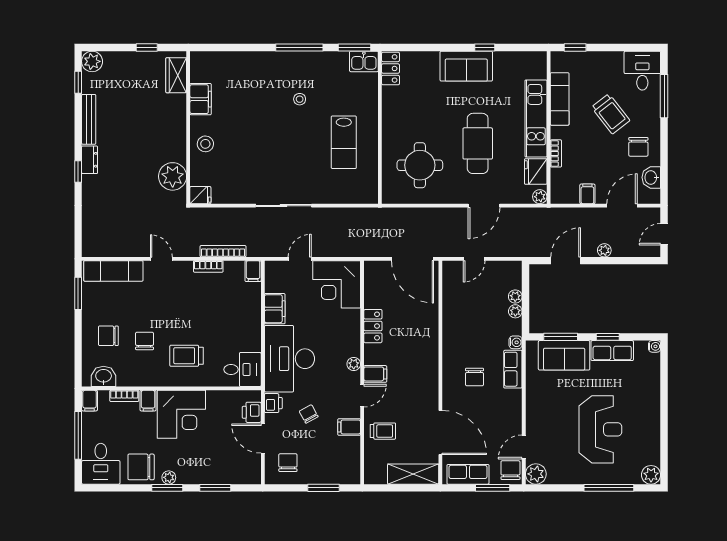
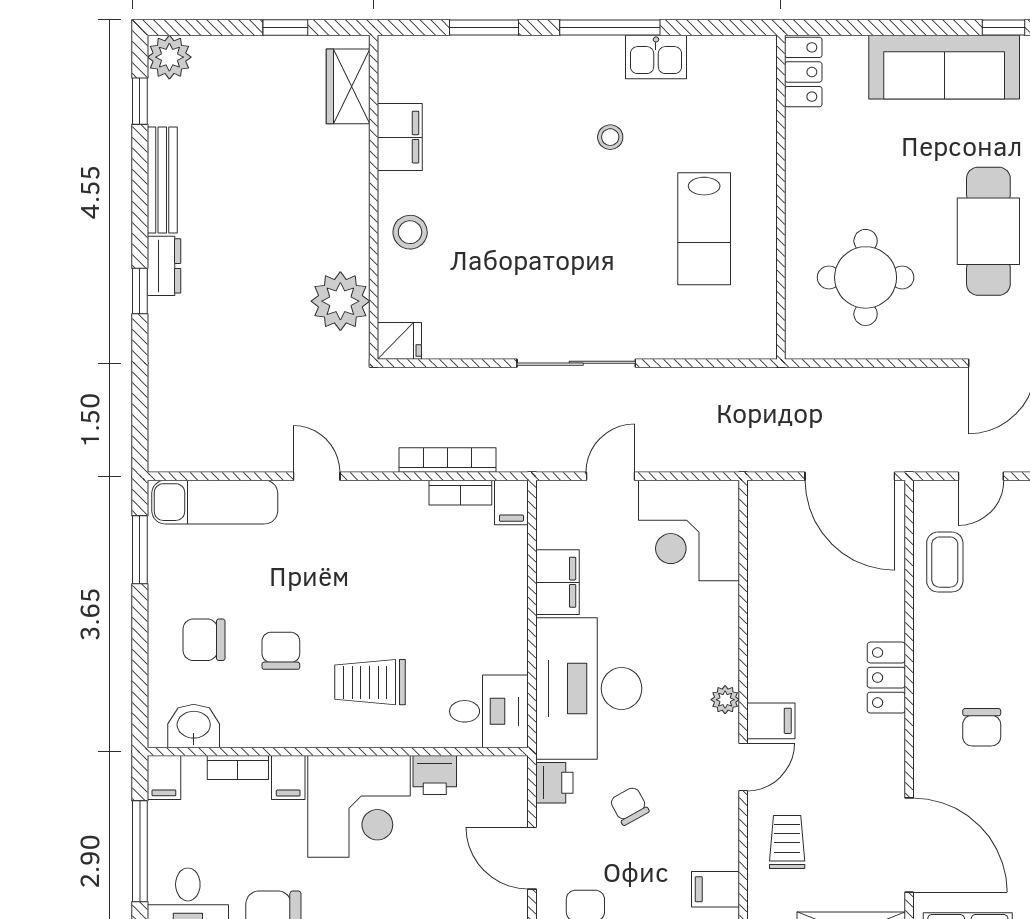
window: (355, 48) -> (484, 28), moved
kitchen sink: (364, 61) -> (656, 57), moved
sofa: (466, 66) -> (944, 67), width x1.36
bookcase: (208, 266) -> (460, 493), moved
coffee table: (457, 299) -> (945, 562), added
locker: (373, 326) -> (886, 678), moved, turned 180
printer: (252, 412) -> (435, 775), moved, turned -90
filing cabinet: (349, 427) -> (715, 889), moved
trolley: (383, 431) -> (787, 842), turned -90

